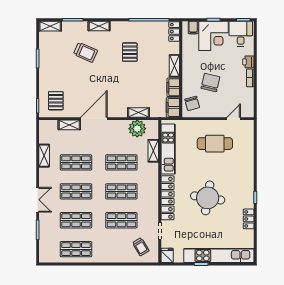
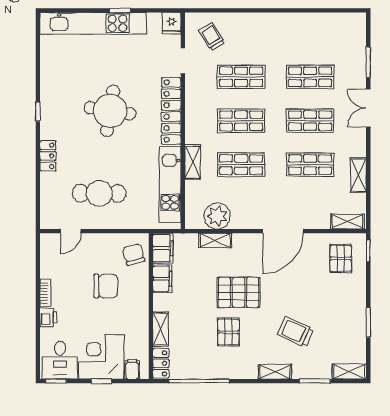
shelving: (174, 66) -> (161, 329), moved
pallet: (123, 78) -> (239, 292), added
chair: (210, 82) -> (106, 286), turned -103
shelving: (69, 125) -> (347, 222), moved
shelving: (153, 151) -> (193, 162), moved
locker: (249, 219) -> (48, 156), moved
shop shelf: (76, 249) -> (310, 33), removed

